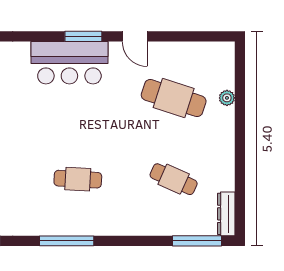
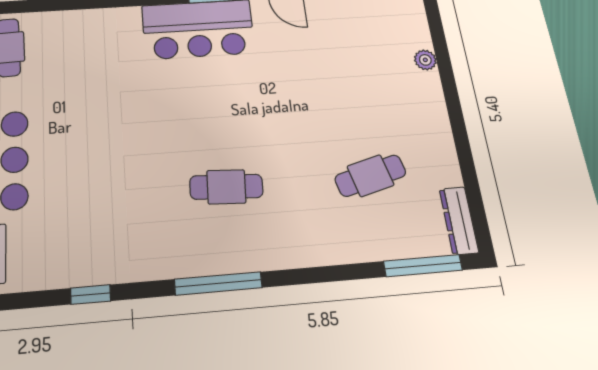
cafe table: (174, 98) -> (351, 65), removed
cafe table: (174, 179) -> (370, 176), turned -39

